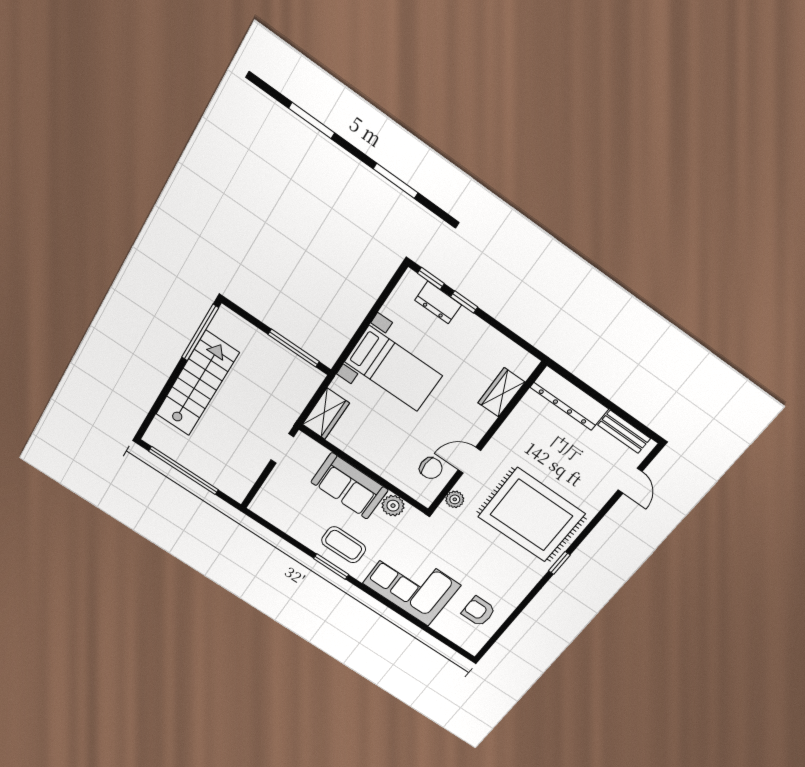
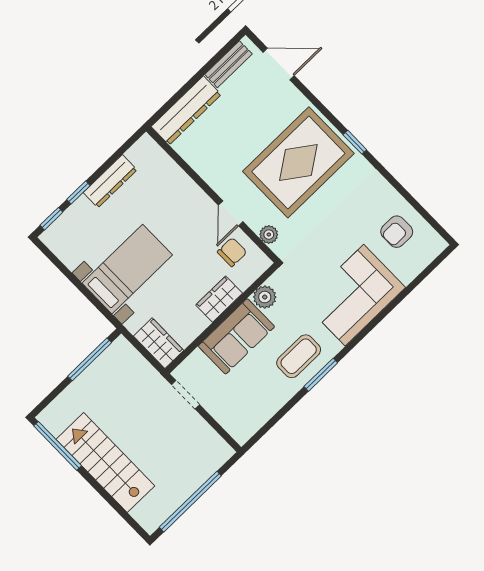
dresser: (438, 303) -> (110, 181), moved, width x1.44
wardrobe: (501, 392) -> (219, 299), moved, turned 90
door: (630, 481) -> (279, 64), width x1.38

